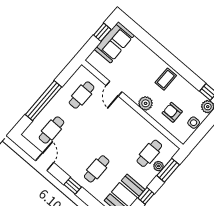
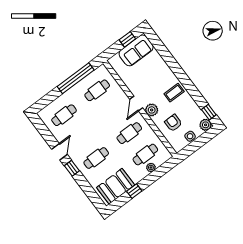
door: (114, 89) -> (136, 104), moved
window: (43, 101) -> (76, 78), moved
cafe table: (127, 134) -> (129, 133), added
door: (45, 162) -> (60, 152), moved
window: (168, 170) -> (159, 173), removed

